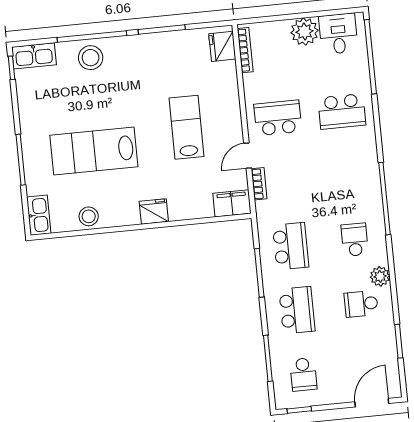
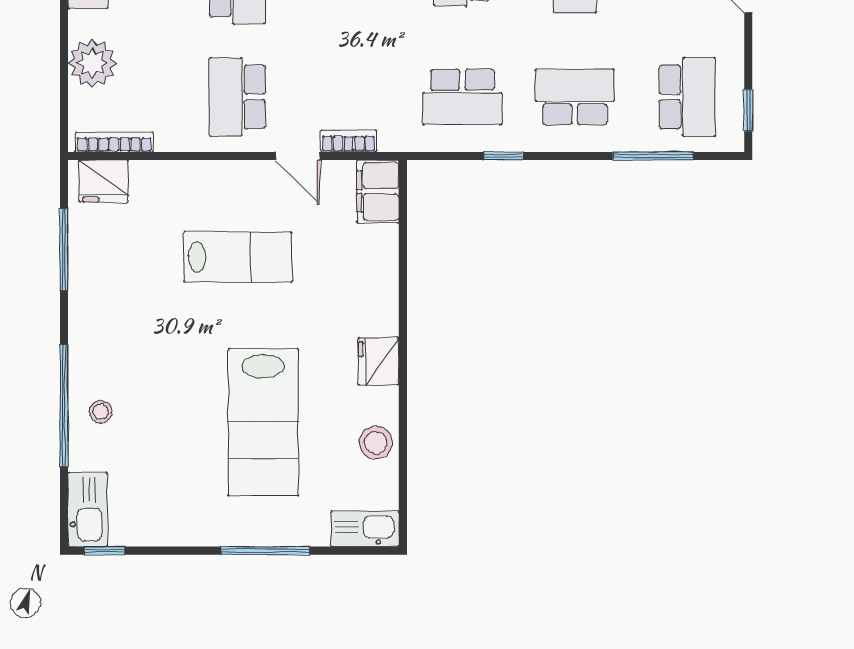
window: (162, 30) -> (64, 250), moved
plant: (304, 32) -> (92, 63), moved
stool: (91, 58) -> (101, 412), width x0.53, depth x0.53
lab bench: (187, 127) -> (238, 257), turned 180
fridge: (154, 211) -> (379, 361), moved
school desk: (291, 246) -> (462, 97), turned 180
window: (259, 273) -> (503, 156), width x0.46
school desk: (303, 374) -> (687, 97), width x1.85

